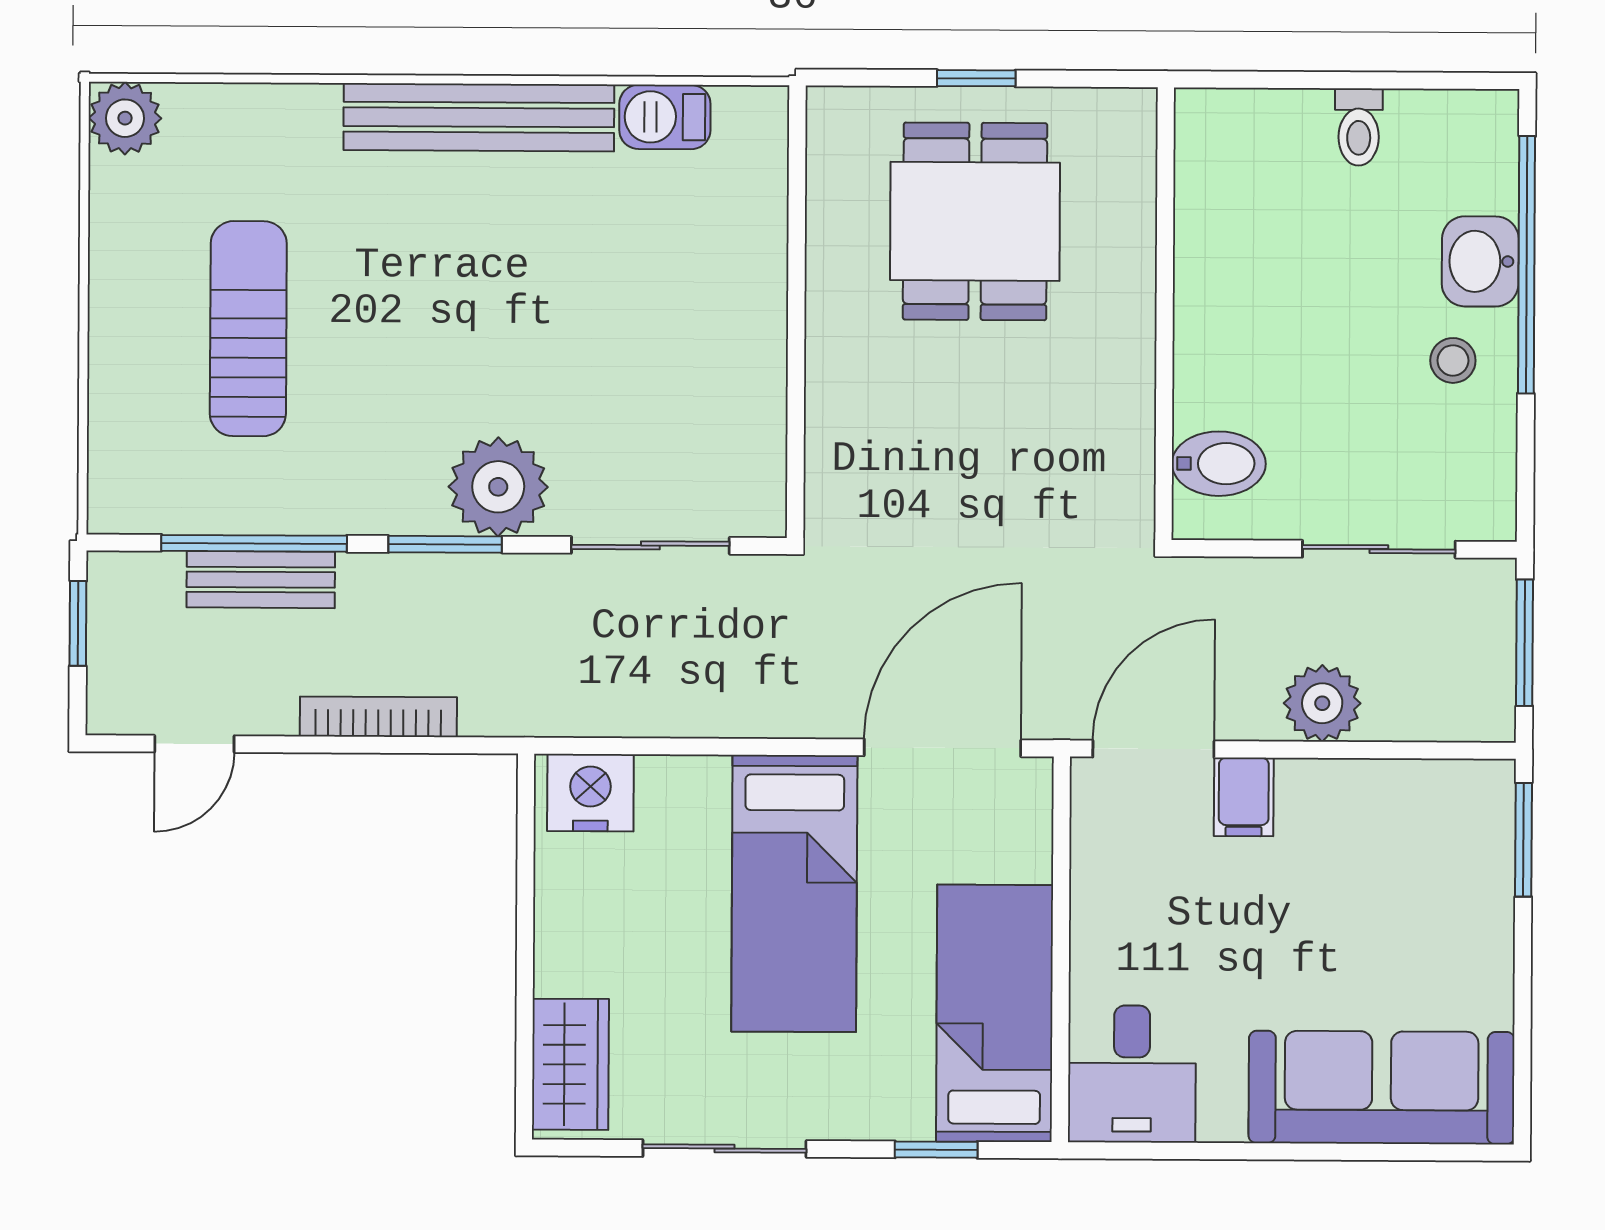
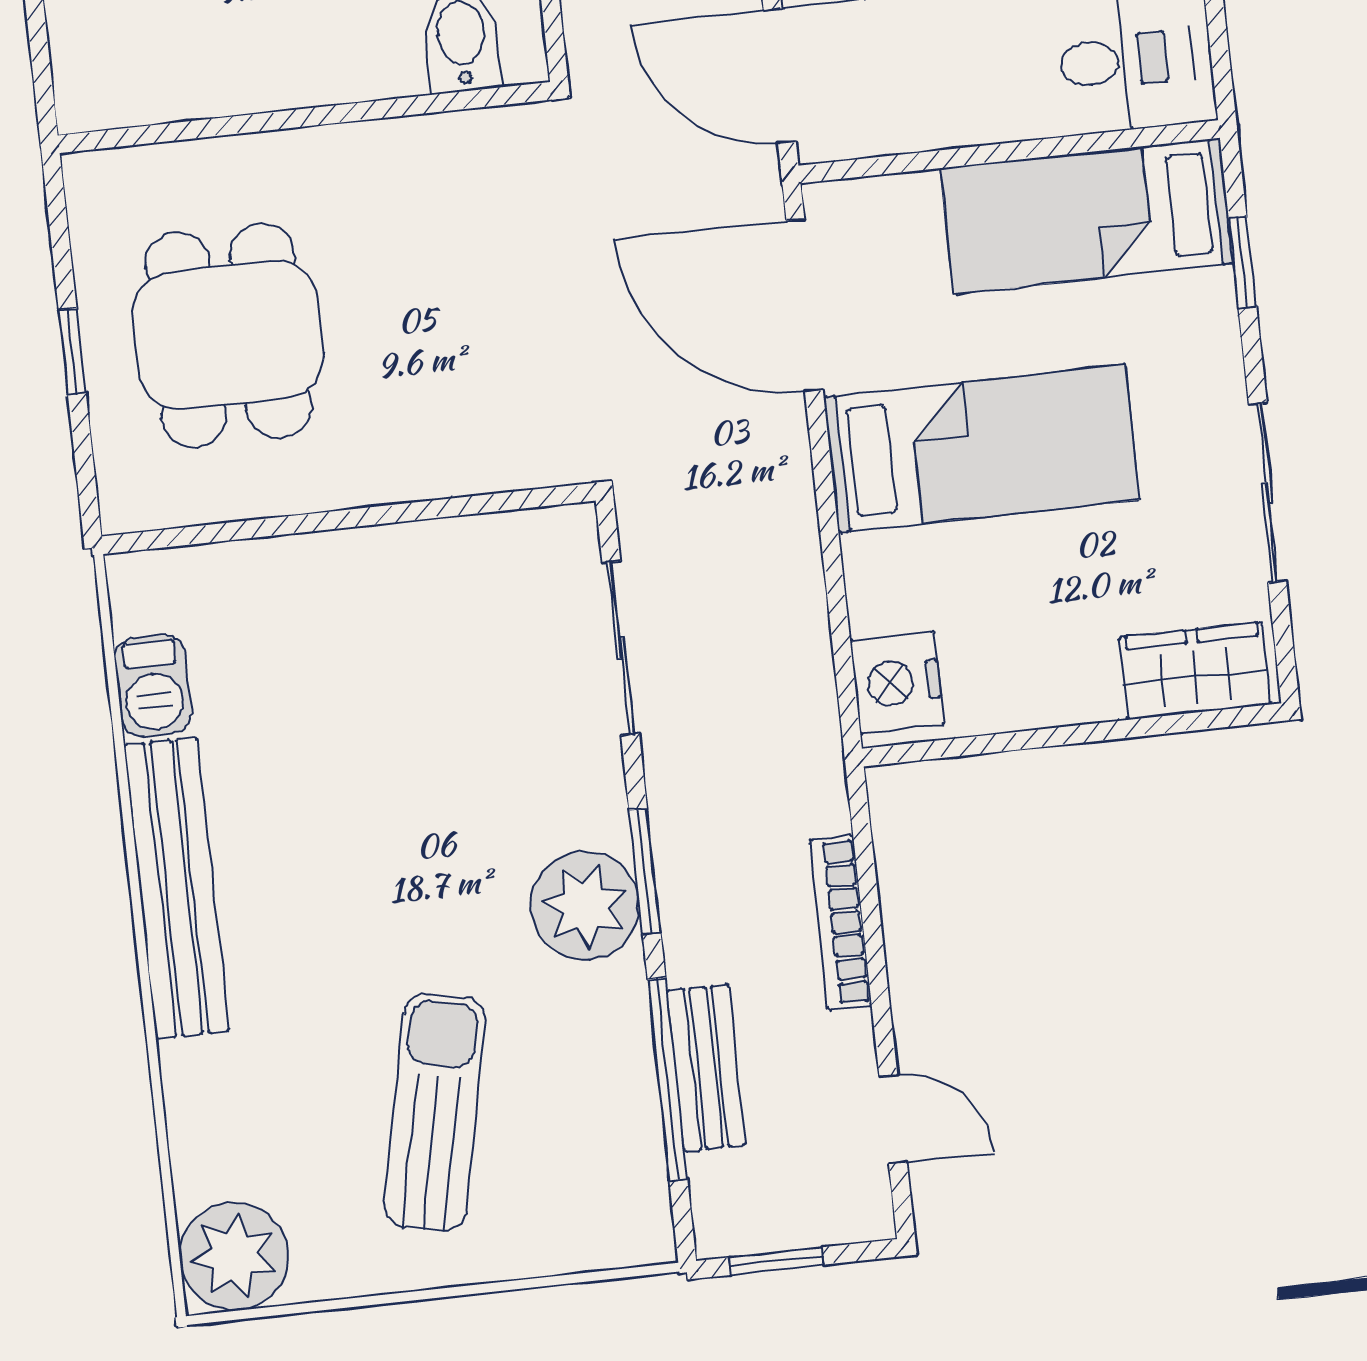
plant: (125, 118) -> (234, 1257), width x1.36, depth x1.36
dining table: (975, 221) -> (228, 335), turned 90
sun lounger: (248, 329) -> (435, 1112), turned 102
plant: (498, 487) -> (585, 906), moved

